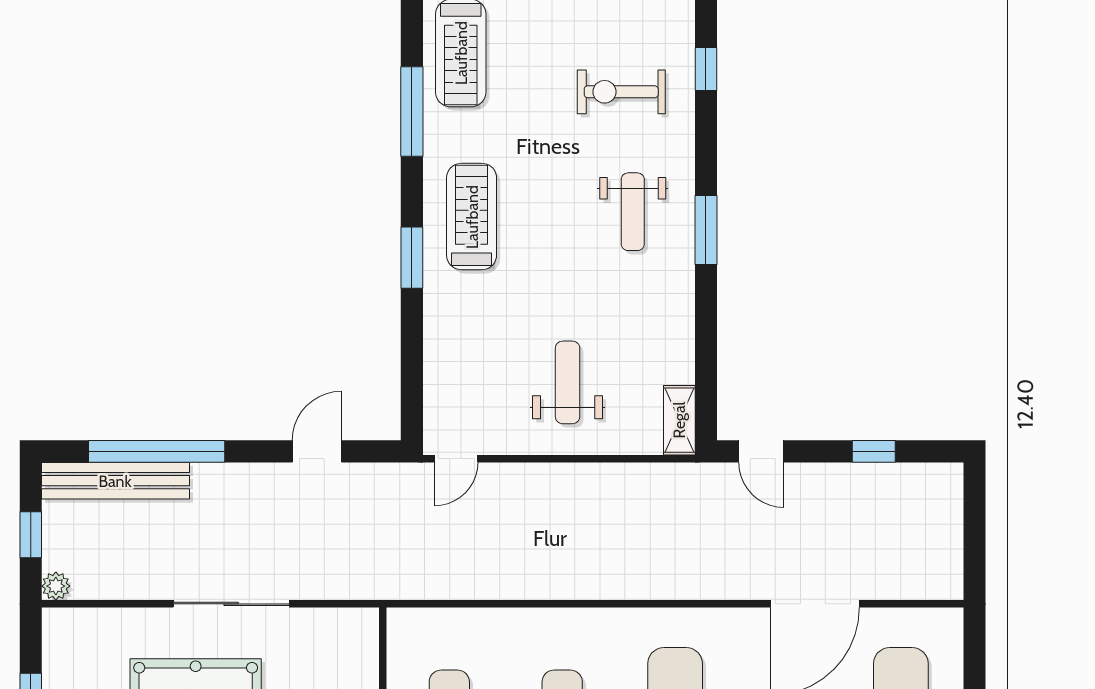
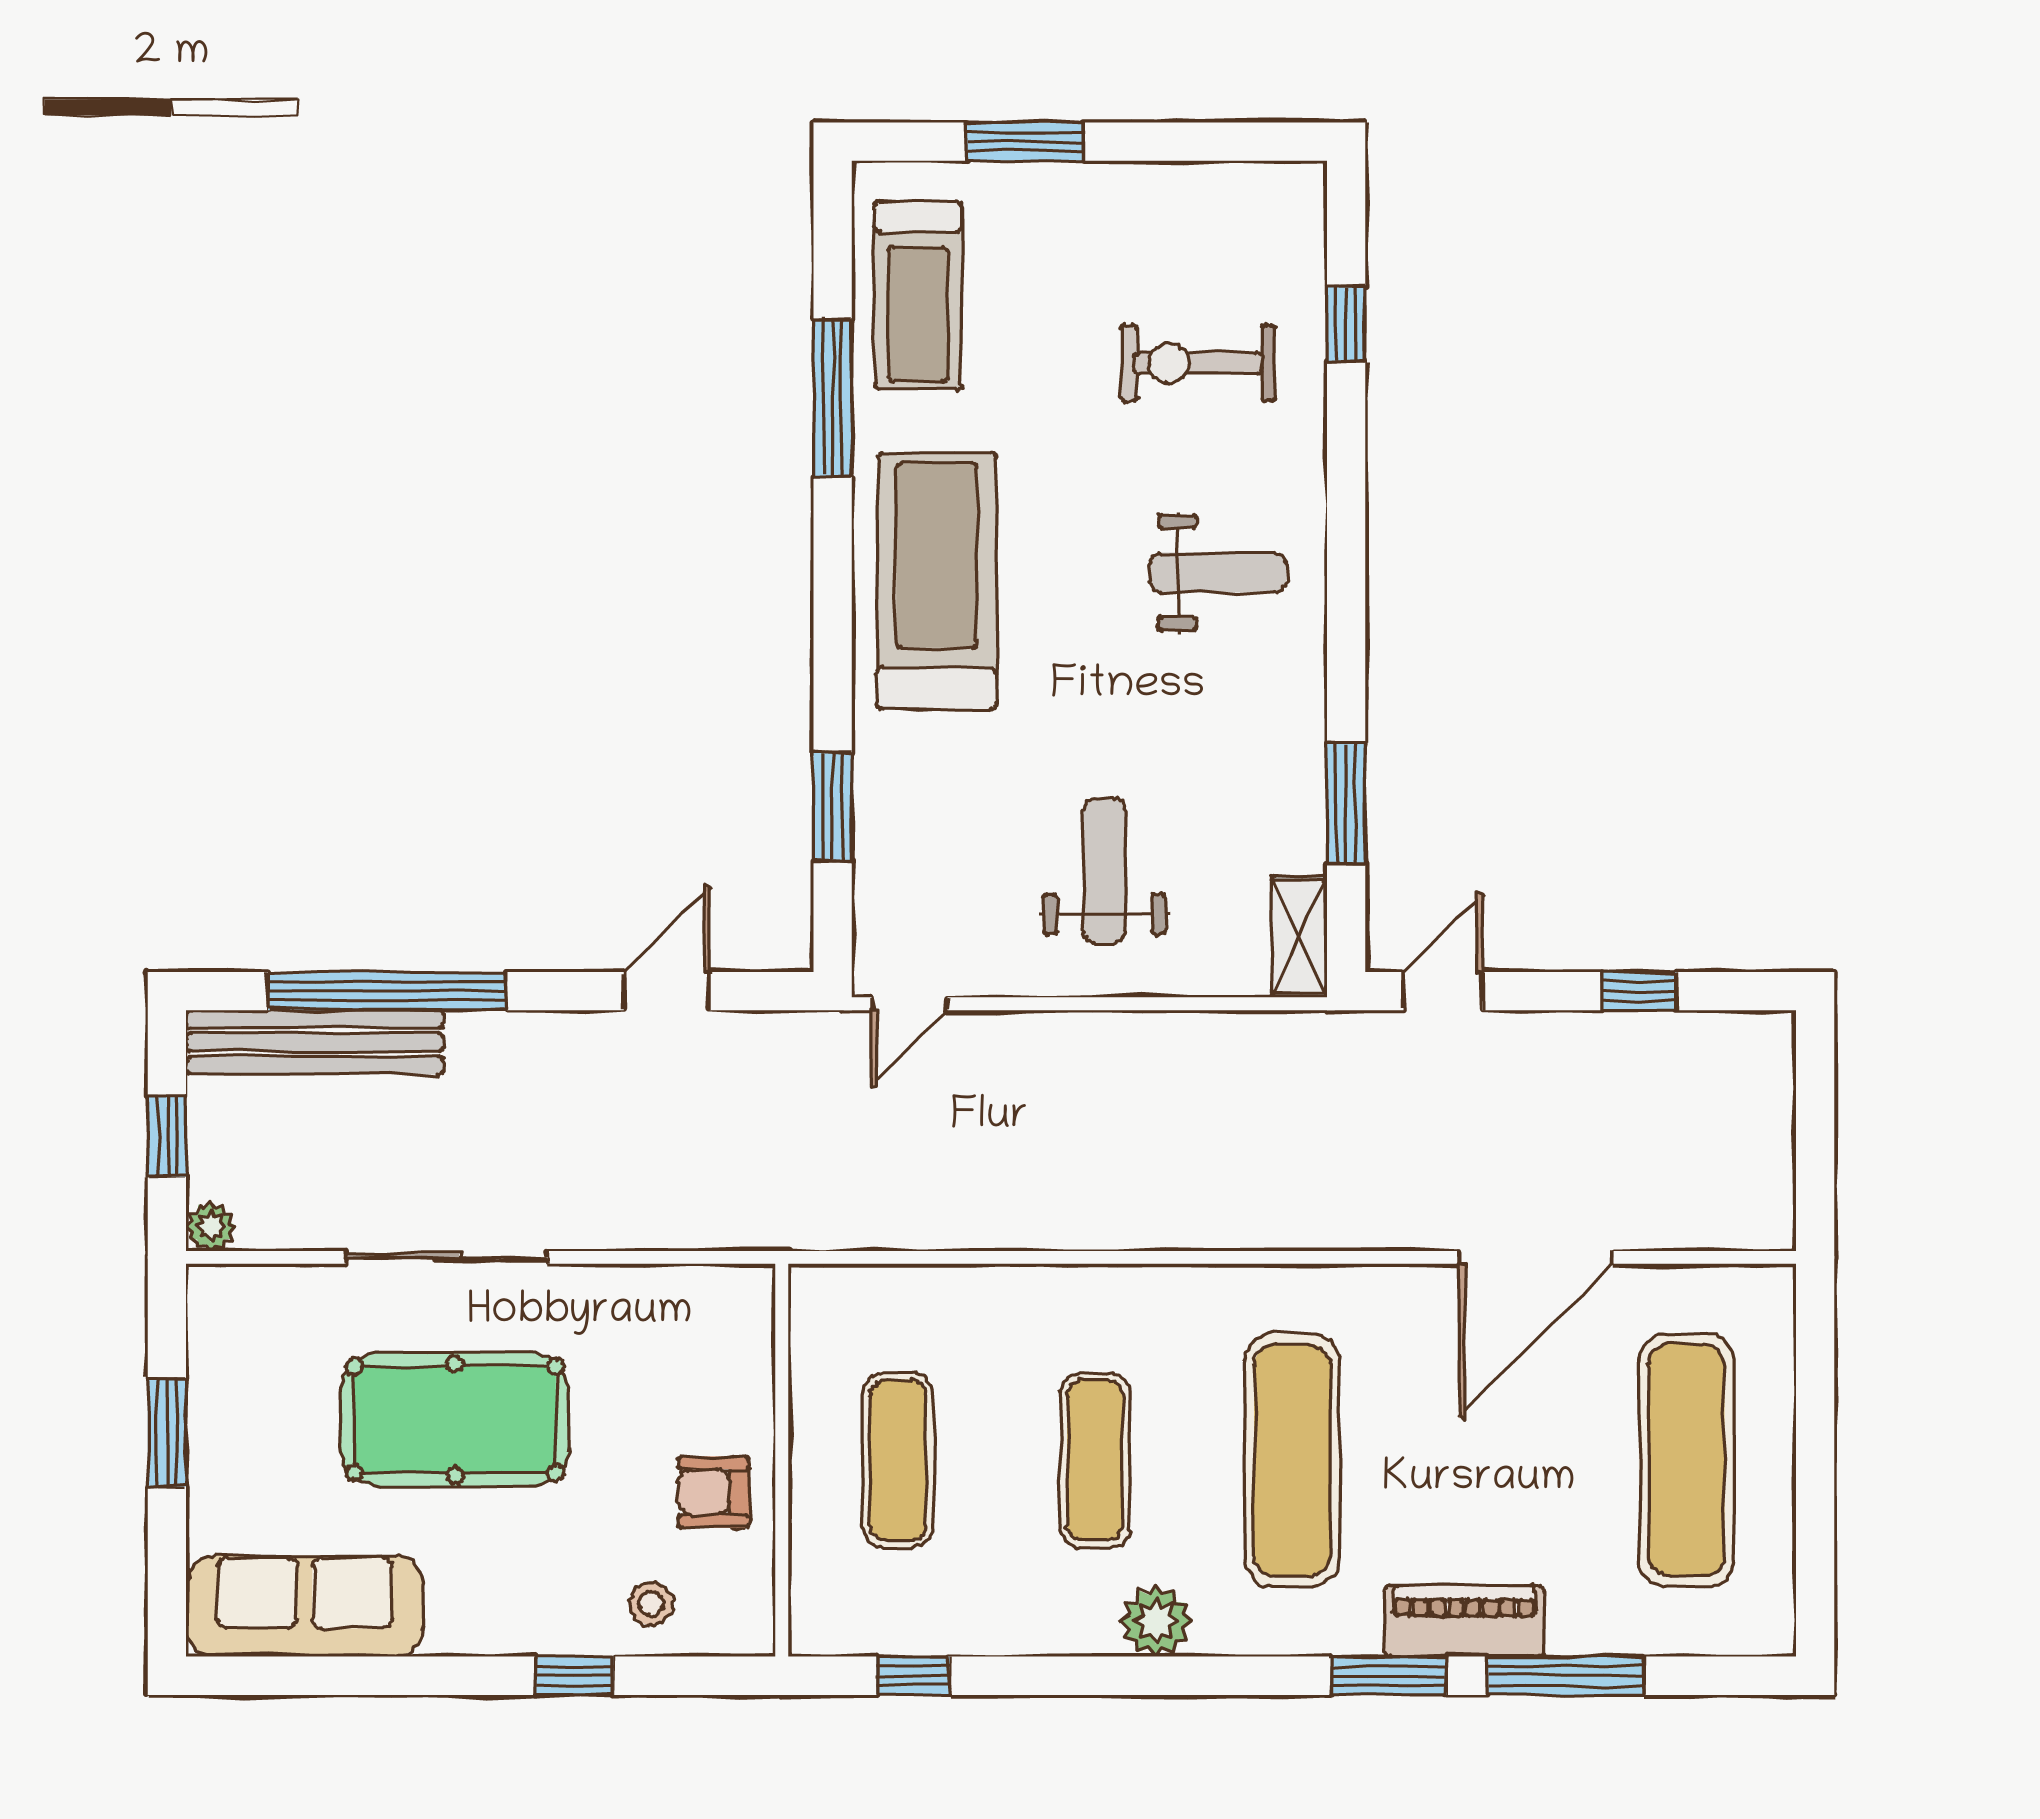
weight bench: (633, 212) -> (1218, 573), turned -90
treadmill: (472, 217) -> (937, 581), width x1.37, depth x1.38
window: (706, 230) -> (1346, 803), moved
window: (412, 258) -> (833, 806), moved
door: (761, 451) -> (1443, 991), swing flipped
sliding door: (231, 604) -> (447, 1257), moved

